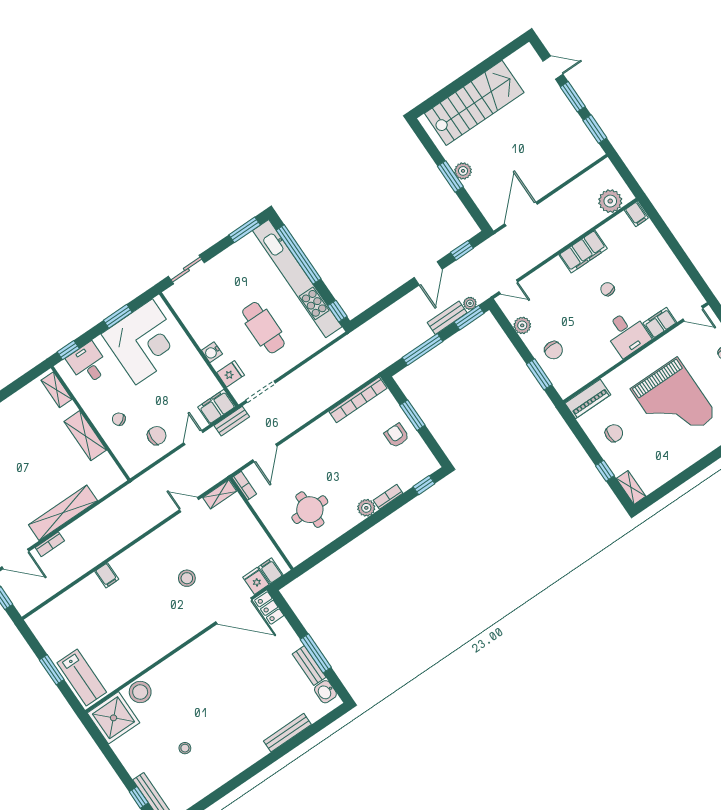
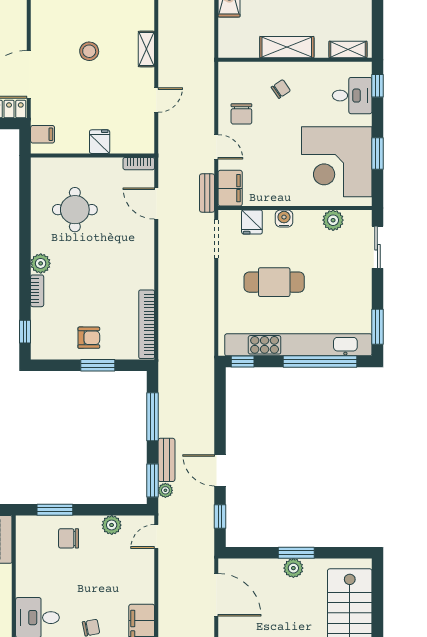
plant: (189, 315) -> (333, 220), added
shelving: (220, 494) -> (146, 49), moved
fridge: (256, 581) -> (100, 142), moved, turned -90

